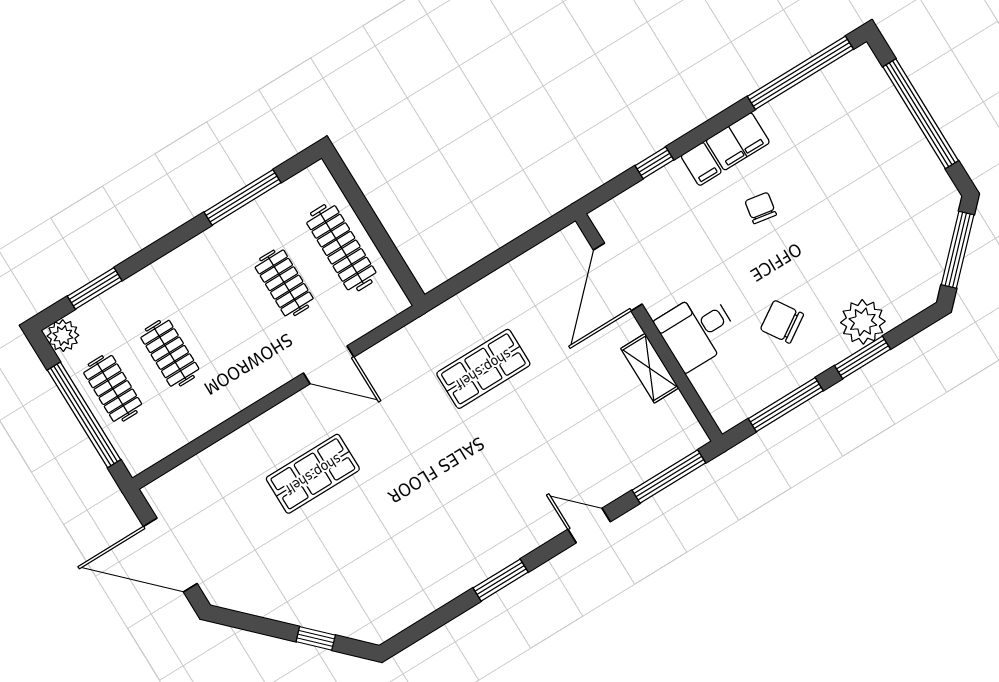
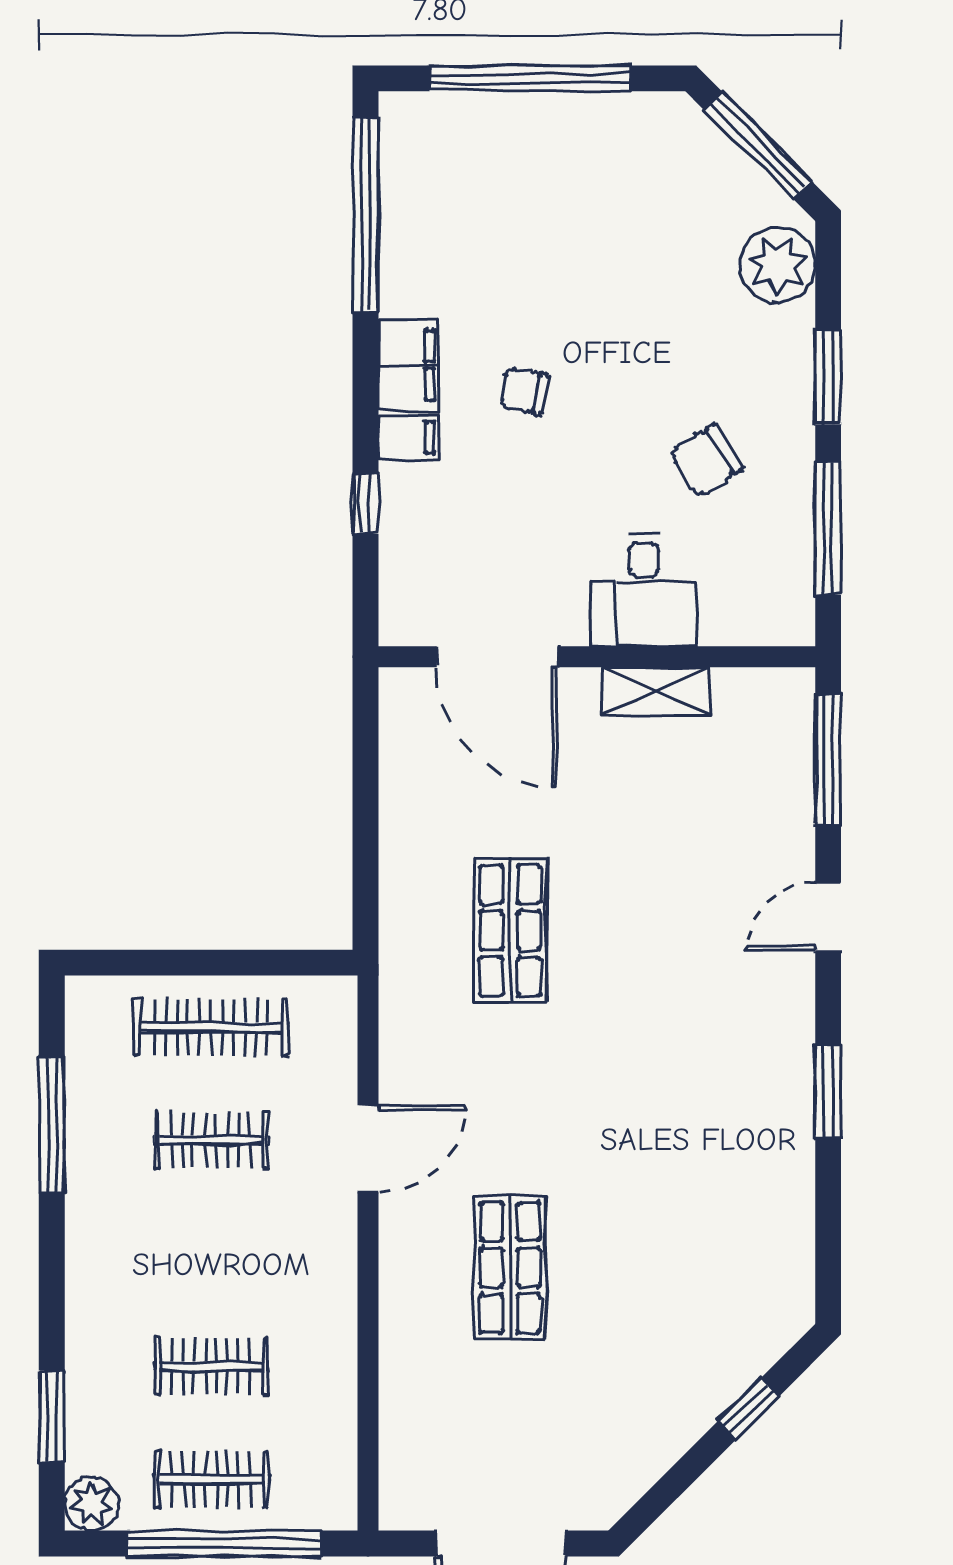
plant: (863, 322) -> (778, 265), moved

